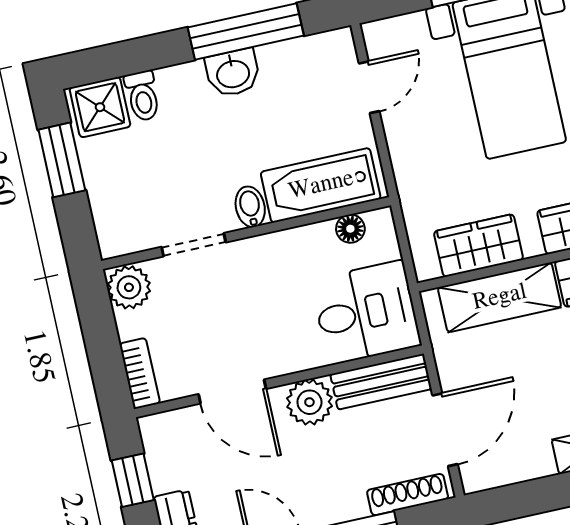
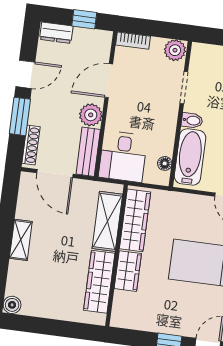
wardrobe: (478, 246) -> (135, 220), width x1.50

